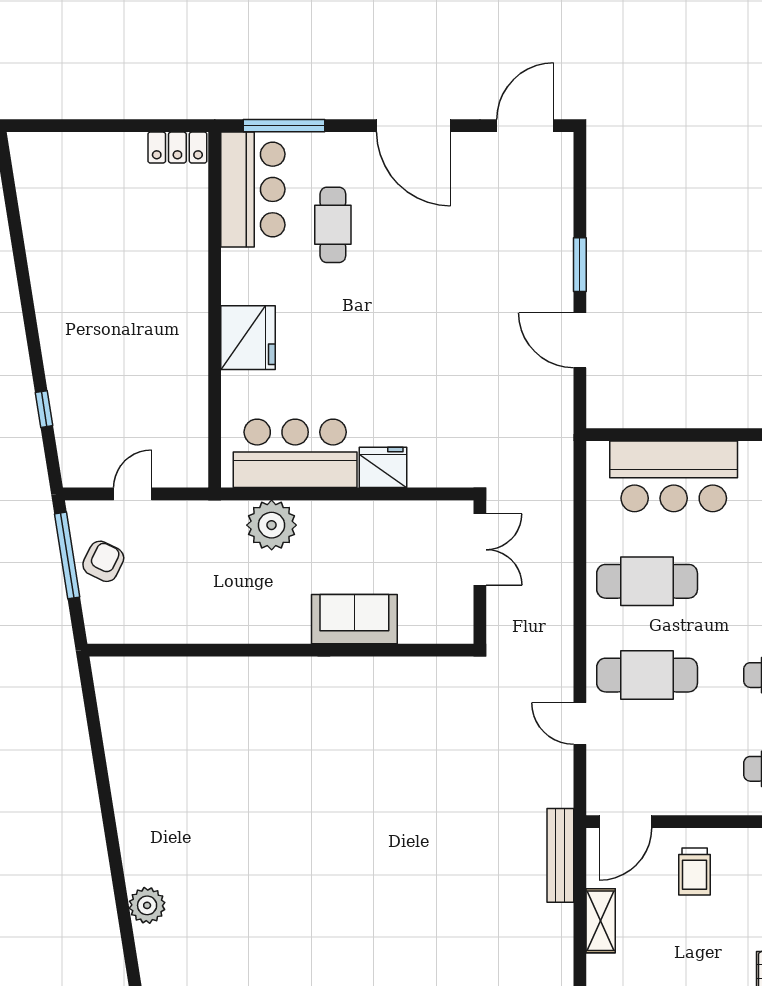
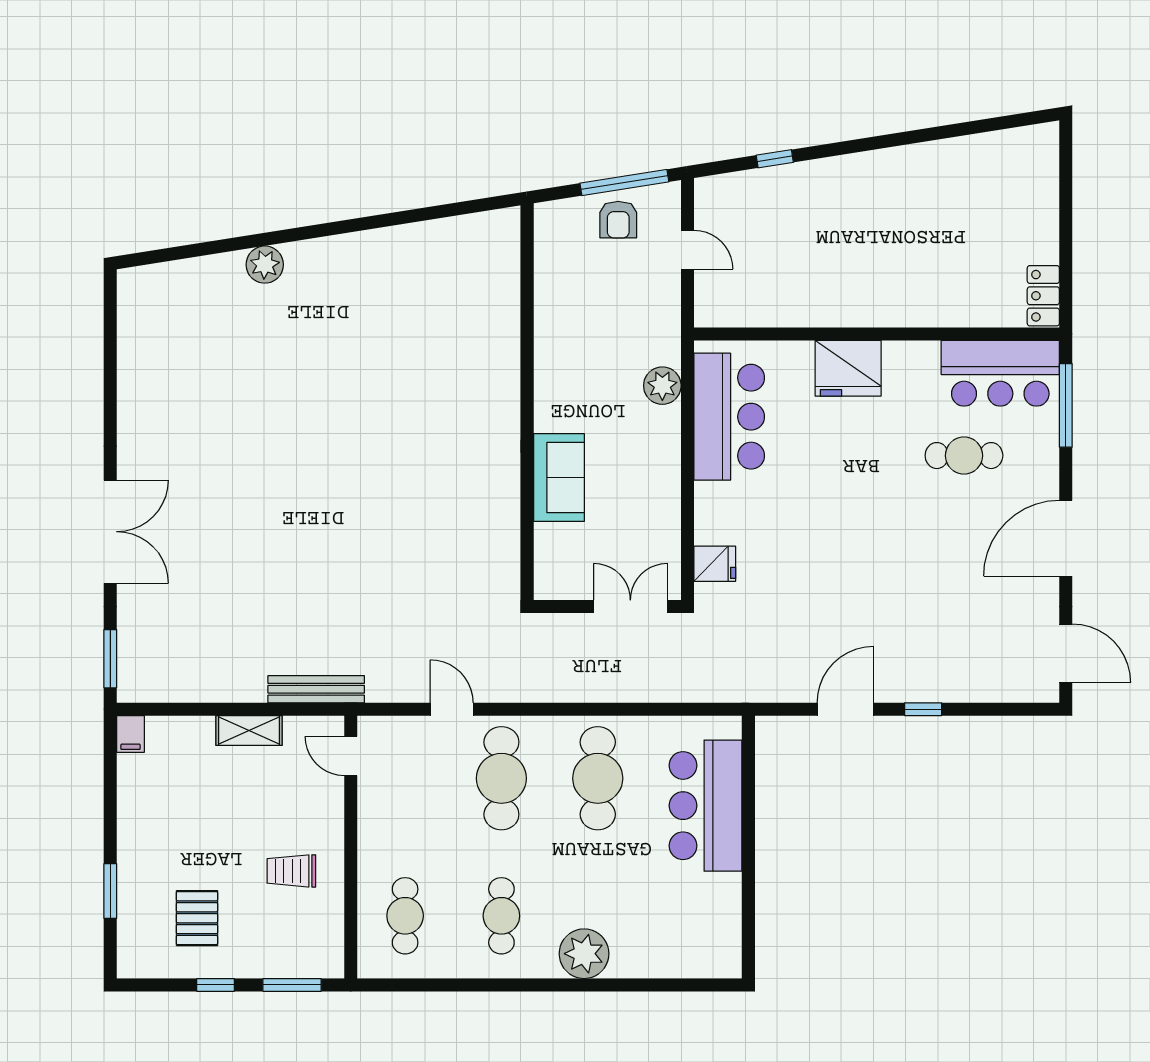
window: (580, 265) -> (923, 709), width x0.67
fridge: (383, 467) -> (715, 564), moved, width x0.72
plant: (272, 525) -> (662, 386), width x0.73, depth x0.73
double door: (480, 550) -> (630, 607), swing flipped
armchair: (103, 561) -> (618, 220), turned 64
door: (580, 724) -> (452, 709), hinge flipped
door: (625, 822) -> (351, 756), width x0.73
trolley: (695, 871) -> (291, 871), moved

